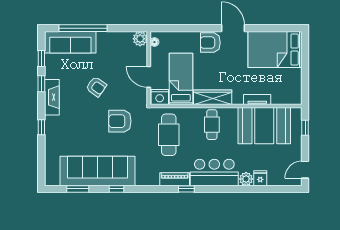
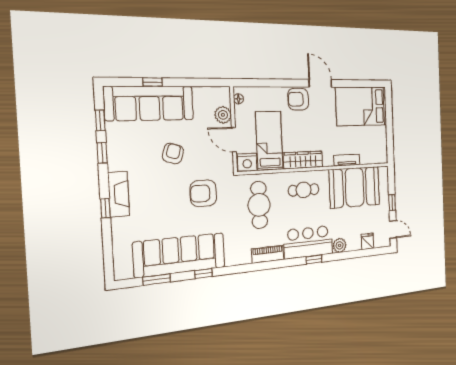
window: (83, 28) -> (153, 82), width x0.32
plant: (140, 39) -> (223, 115), moved
sofa: (70, 42) -> (149, 103), width x1.36, depth x1.27
armchair: (96, 87) -> (173, 154), turned -108
fireplace: (52, 97) -> (119, 194), moved
cafe table: (212, 125) -> (304, 190), turned 90
window: (305, 128) -> (392, 203), moved
door: (305, 170) -> (393, 229), swing flipped
fridge: (260, 178) -> (367, 241), moved
window: (186, 189) -> (314, 259), moved

